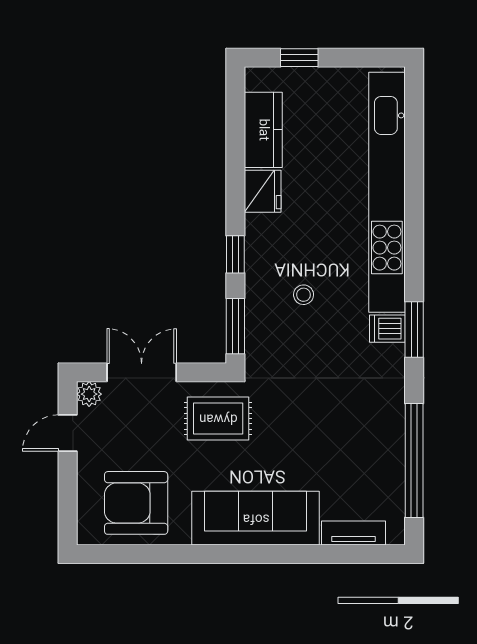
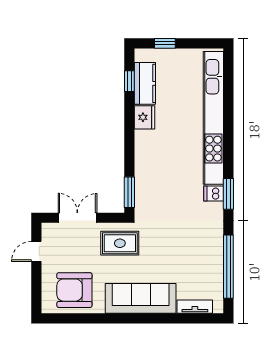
window: (235, 254) -> (129, 81), moved
stool: (304, 295) -> (167, 175), removed
plant: (89, 394) -> (48, 230), removed

